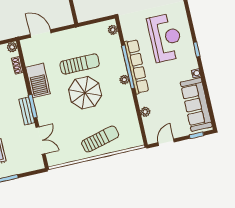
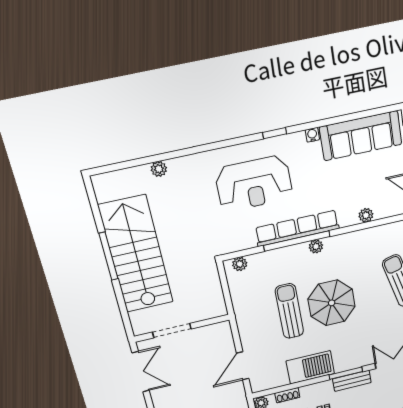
reception desk: (165, 38) -> (254, 184), turned 180

